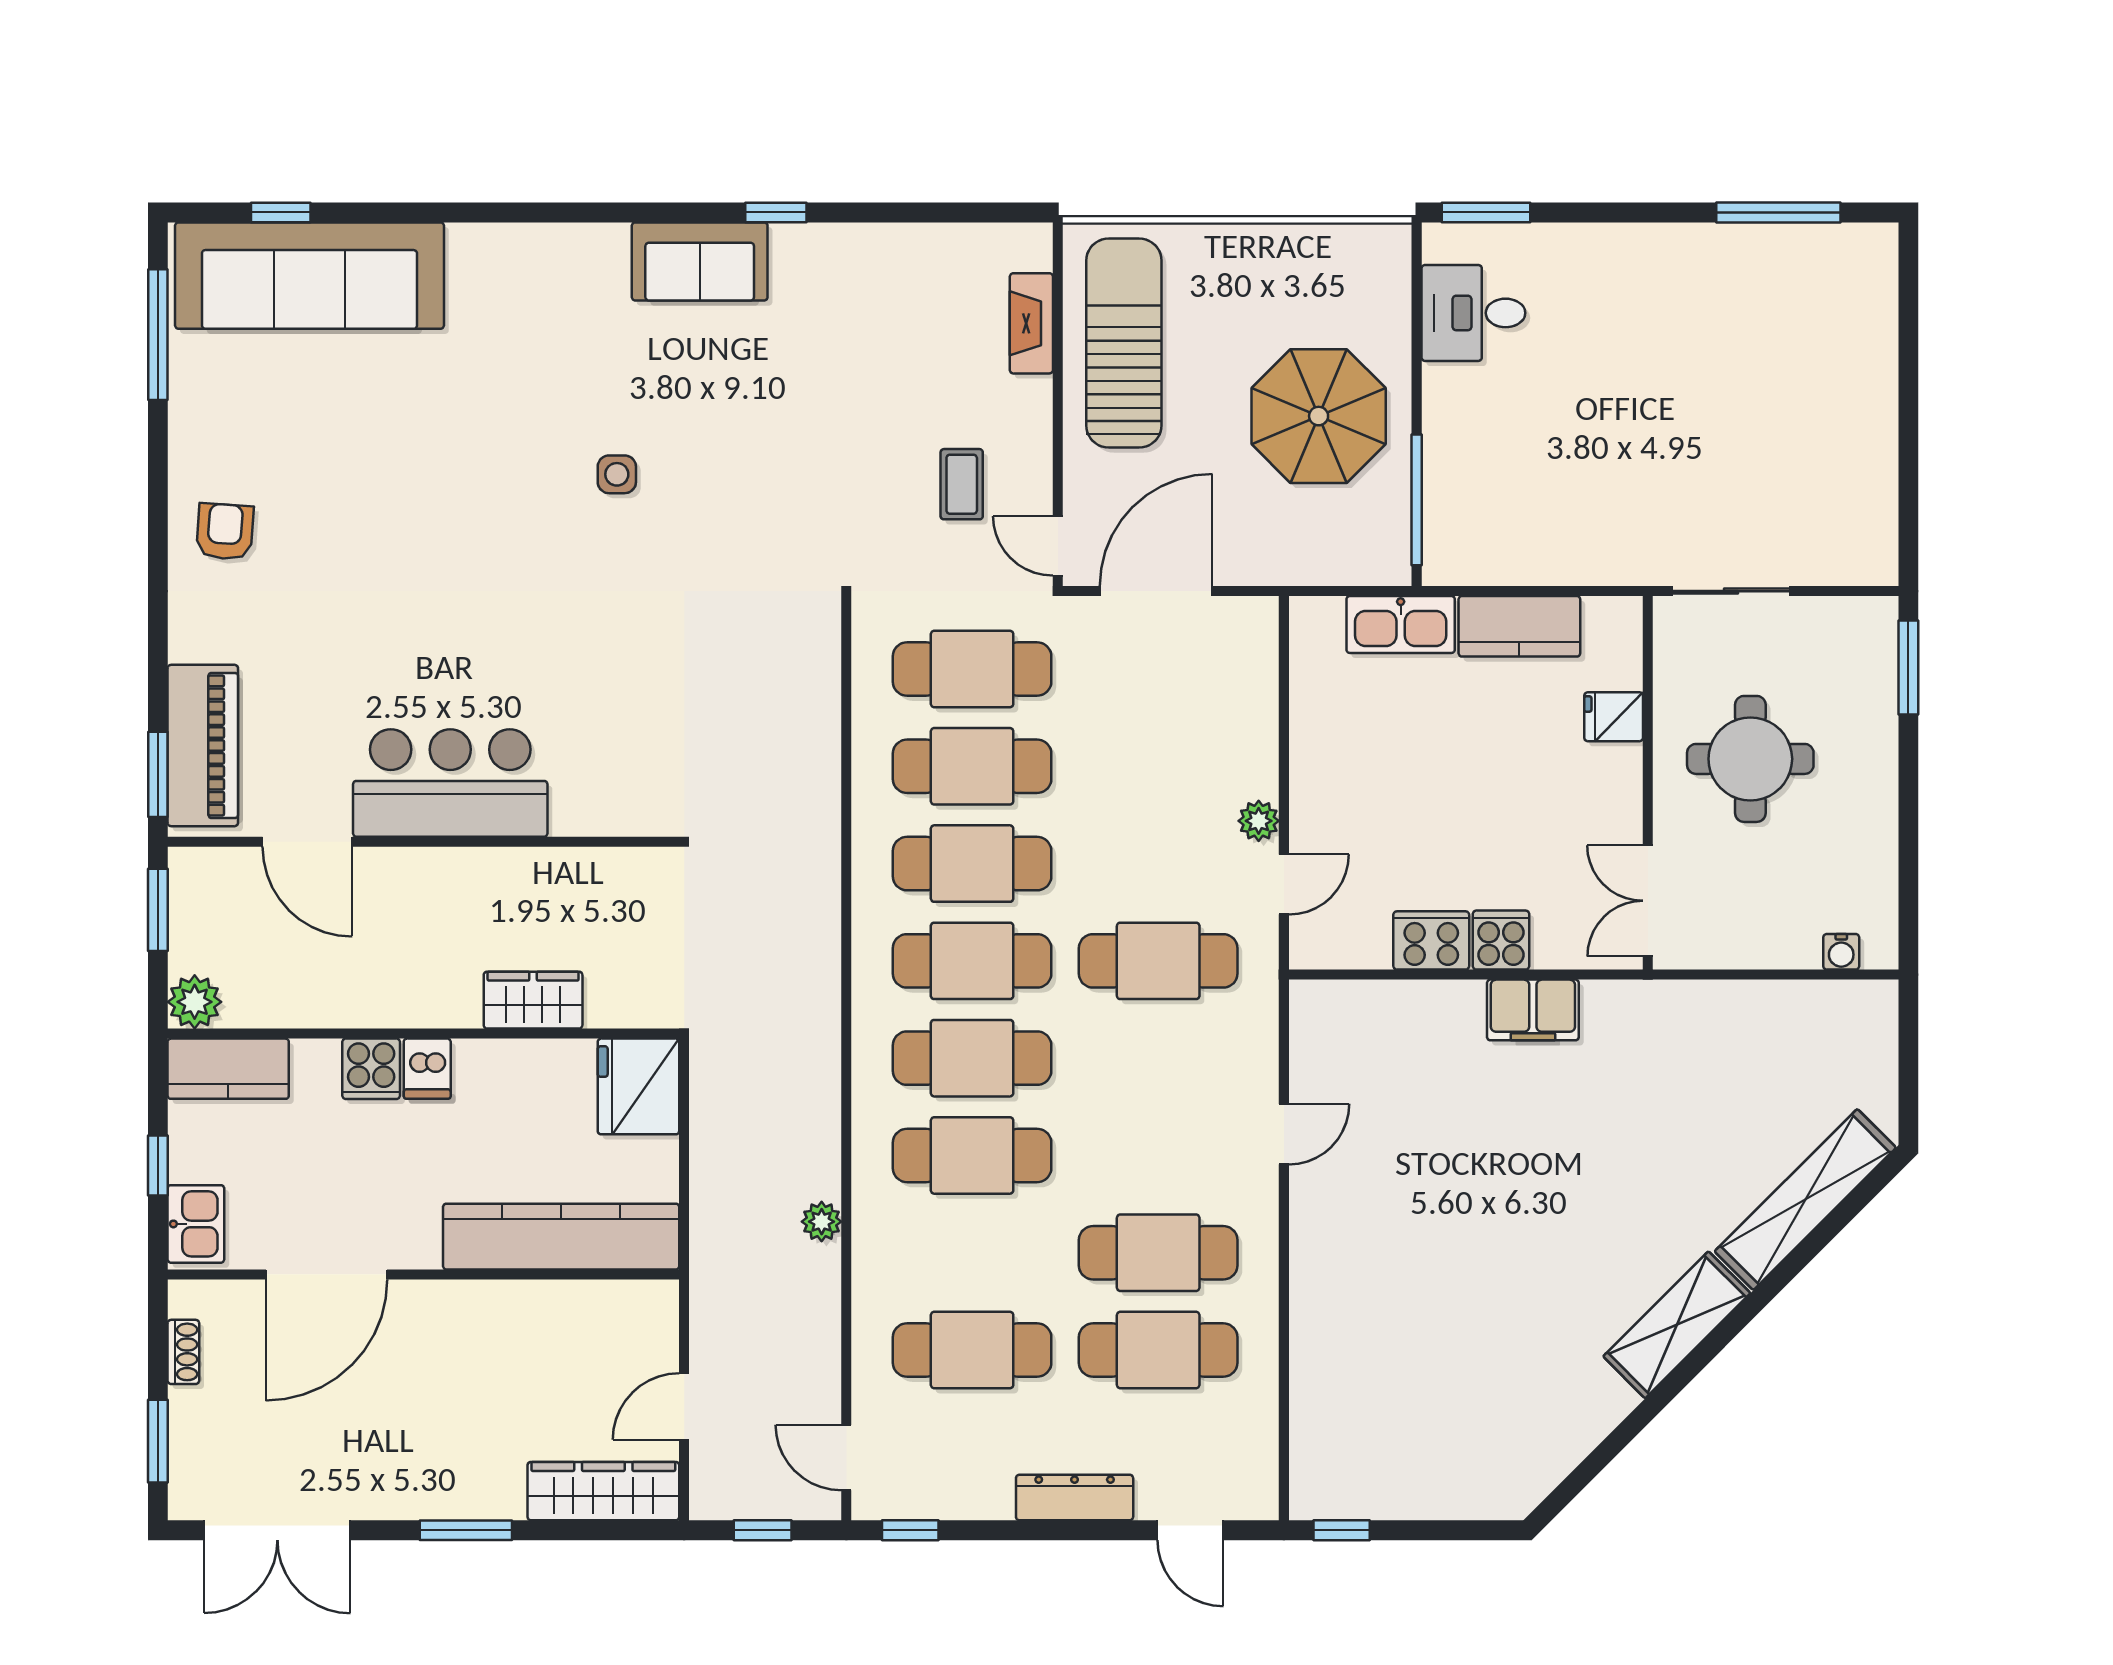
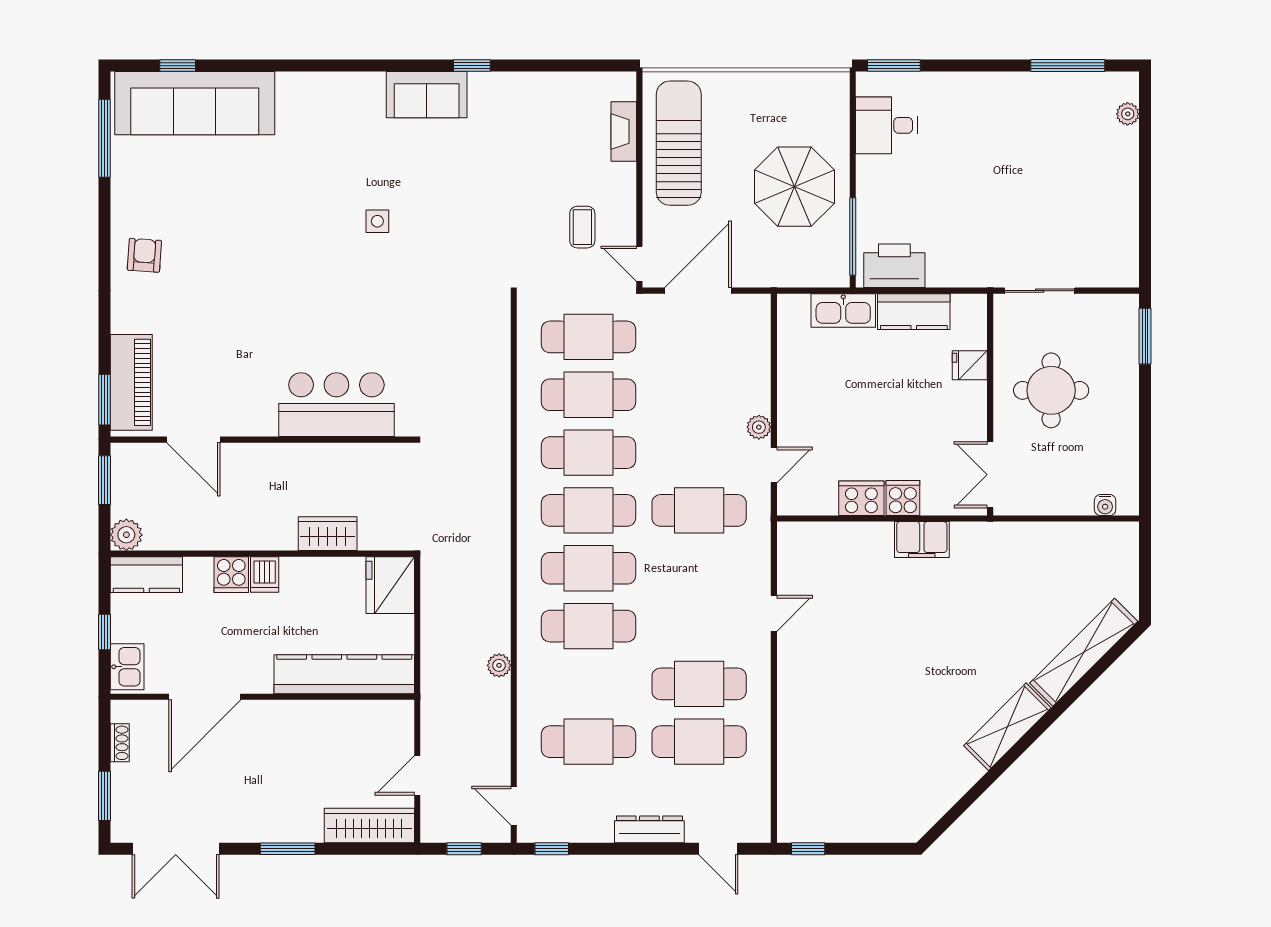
plant: (1879, 294) -> (1128, 114), added
printer: (1487, 549) -> (894, 266), added
bar counter: (450, 783) -> (336, 405), moved

